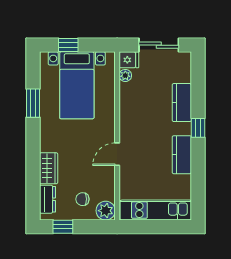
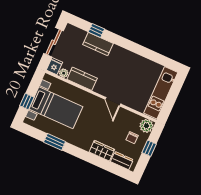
window: (198, 128) -> (96, 31), moved
kitchen counter: (182, 155) -> (82, 79), moved, turned 180
window: (63, 227) -> (149, 148), moved

